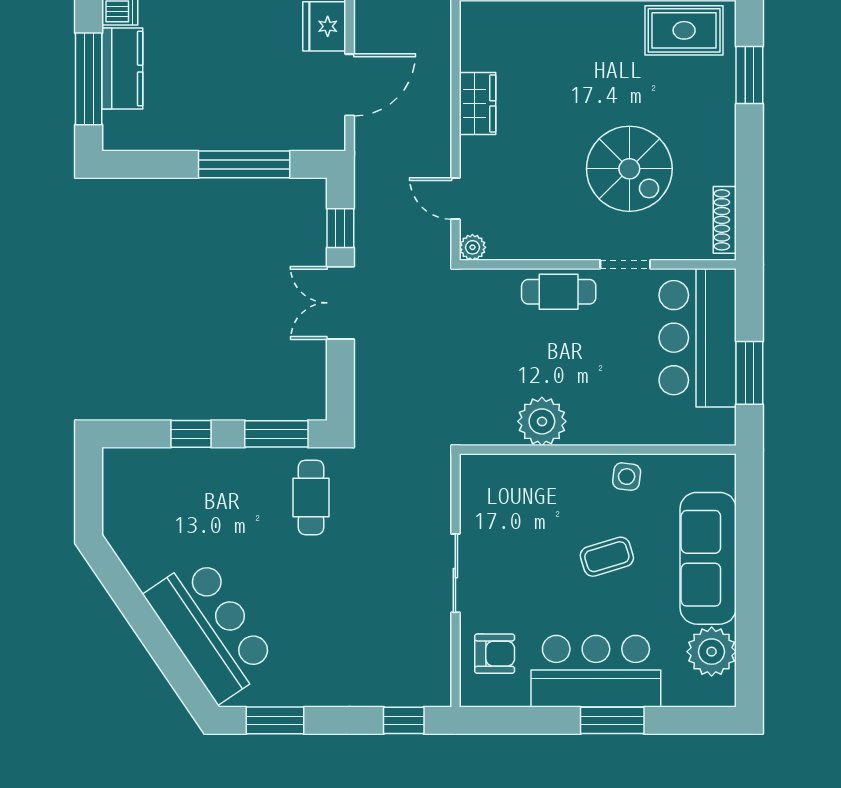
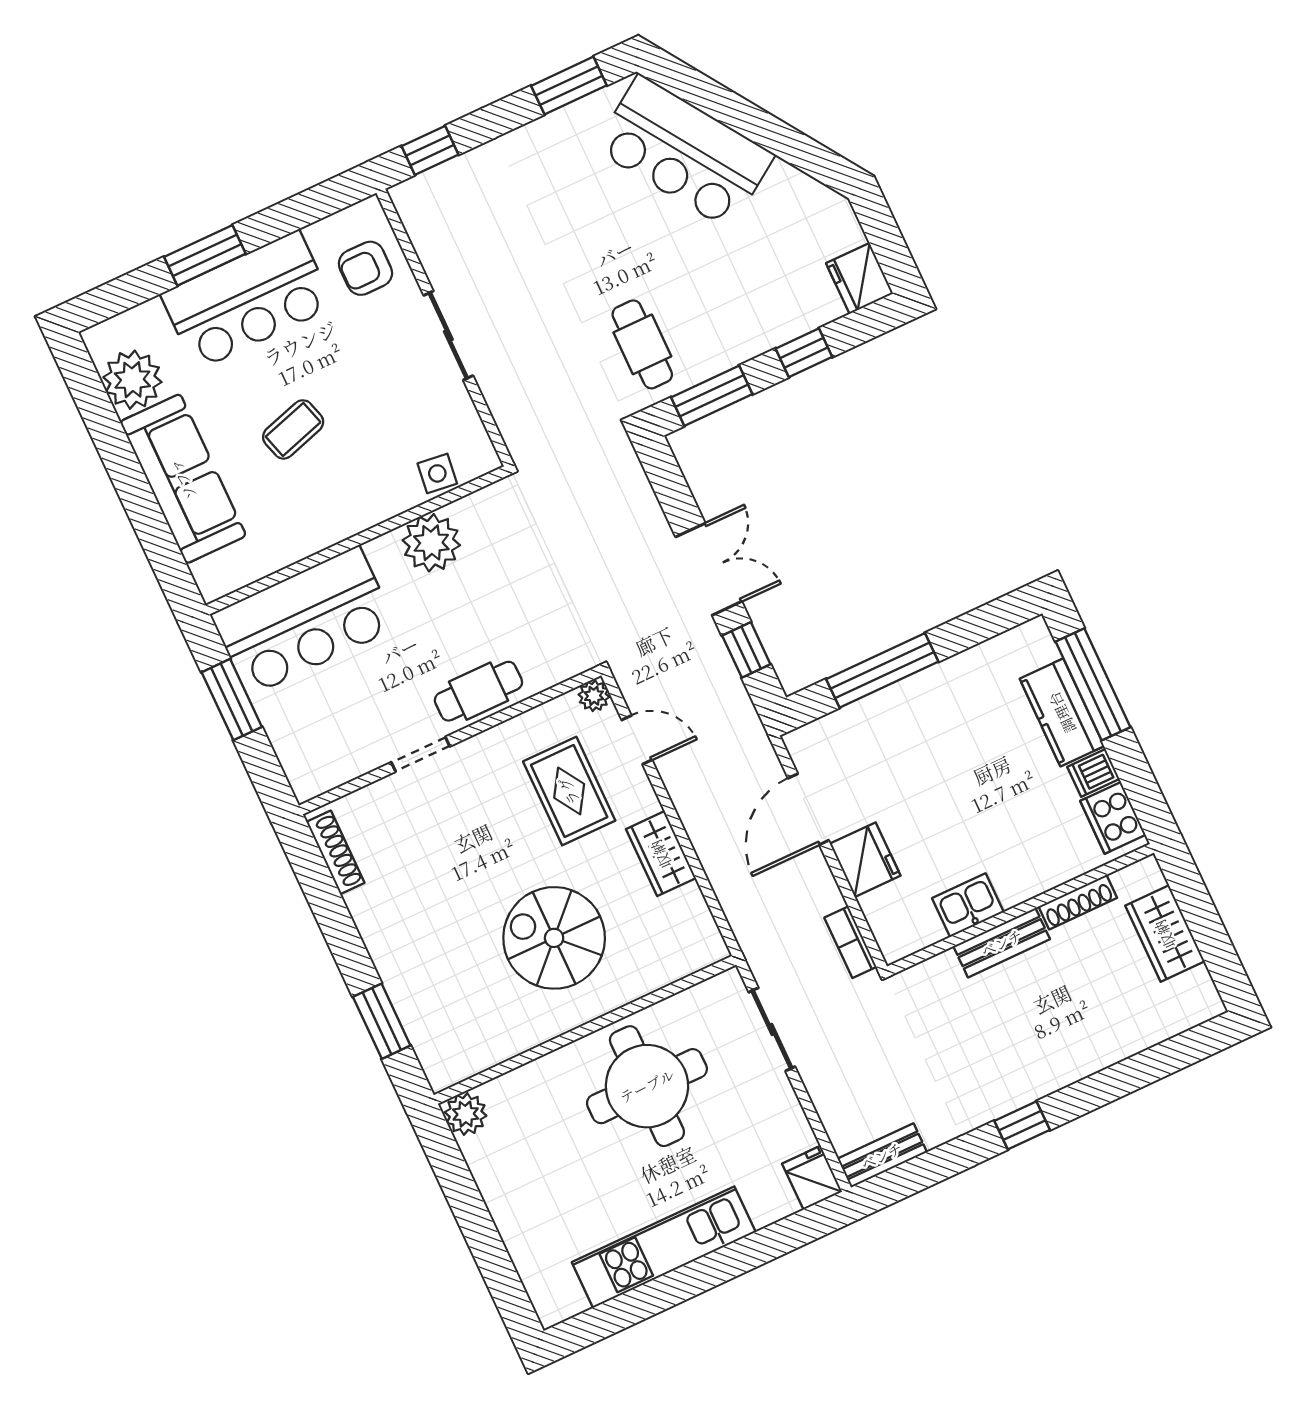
rug: (684, 30) -> (569, 791), moved, turned 90
spiral stairs: (629, 169) -> (554, 938), moved
bar counter: (698, 338) -> (304, 621), moved, turned 90
fridge: (122, 471) -> (860, 278), added
side table: (627, 477) -> (437, 473), moved

